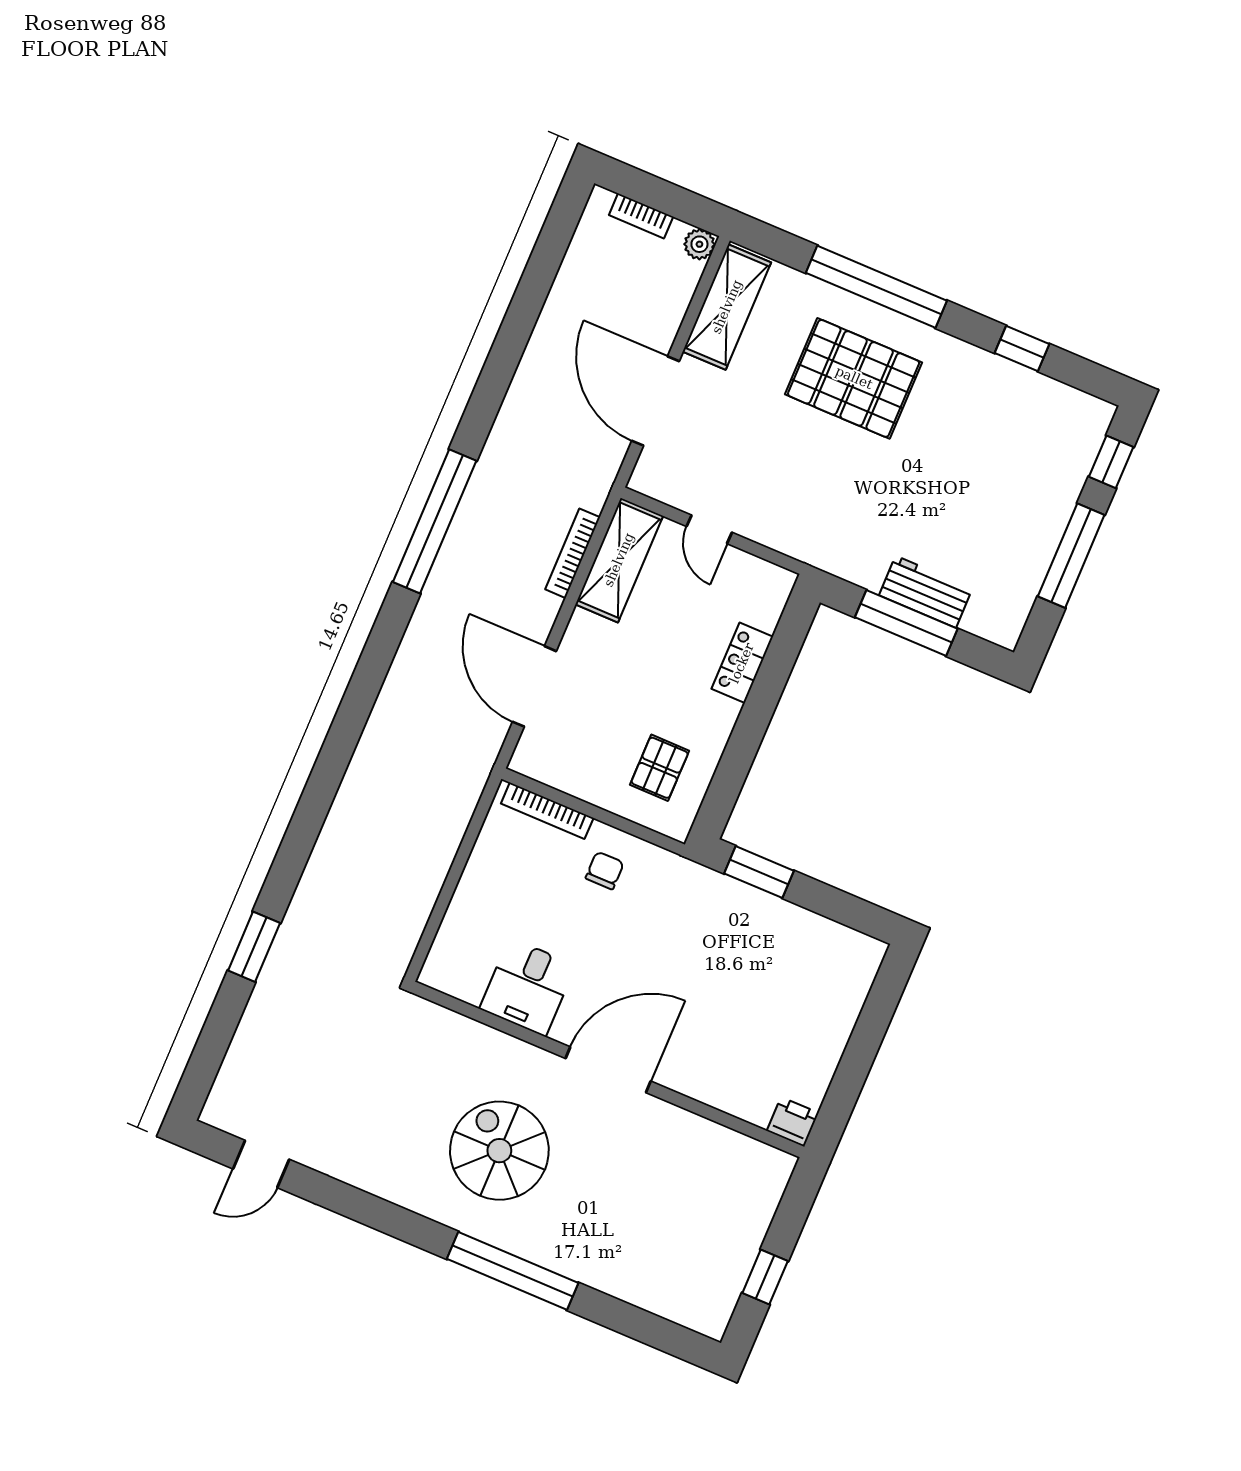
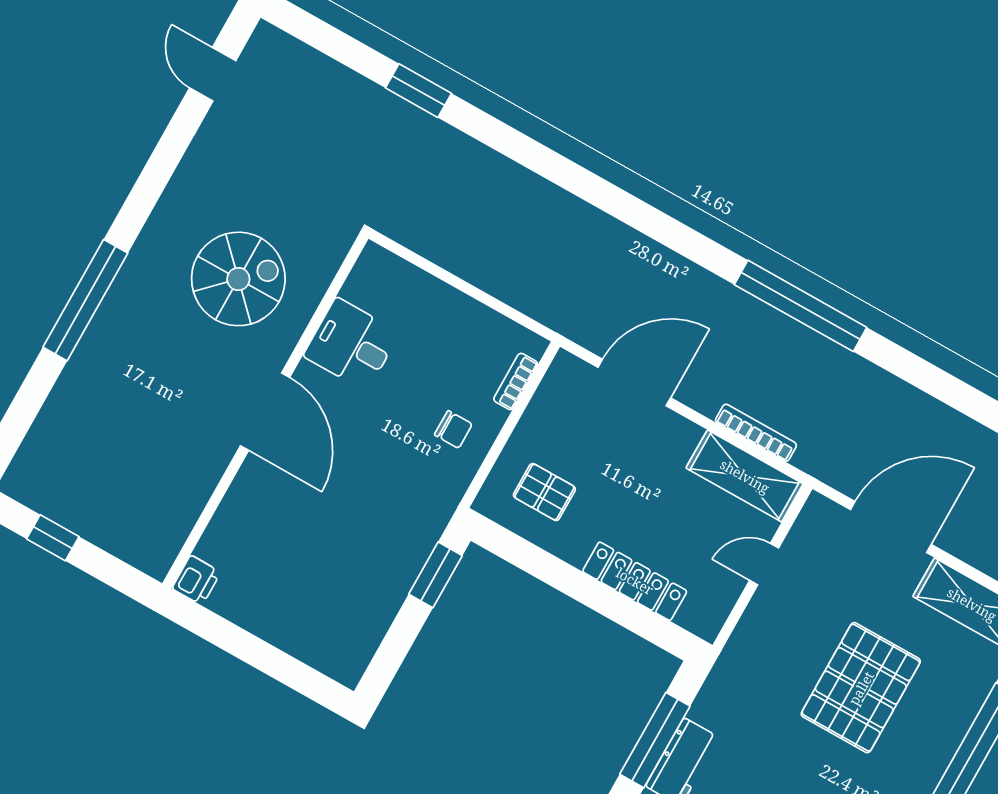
pallet: (854, 378) -> (861, 688), moved
locker: (742, 663) -> (635, 581), width x1.53
bookcase: (547, 811) -> (516, 382), width x0.64
spiral stairs: (499, 1151) -> (238, 279), moved

